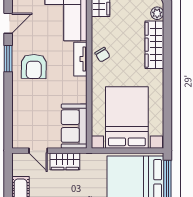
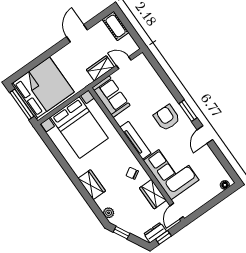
wardrobe: (154, 45) -> (92, 185), width x0.67
chair: (102, 55) -> (132, 173), moved
tv unit: (80, 59) -> (135, 140), width x1.41

